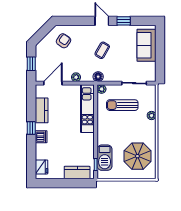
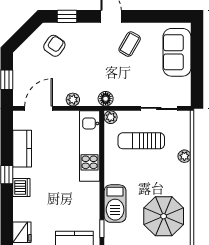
window: (124, 21) -> (67, 16), moved
coffee table: (102, 50) -> (130, 44), moved
barbecue: (105, 158) -> (115, 204), moved

